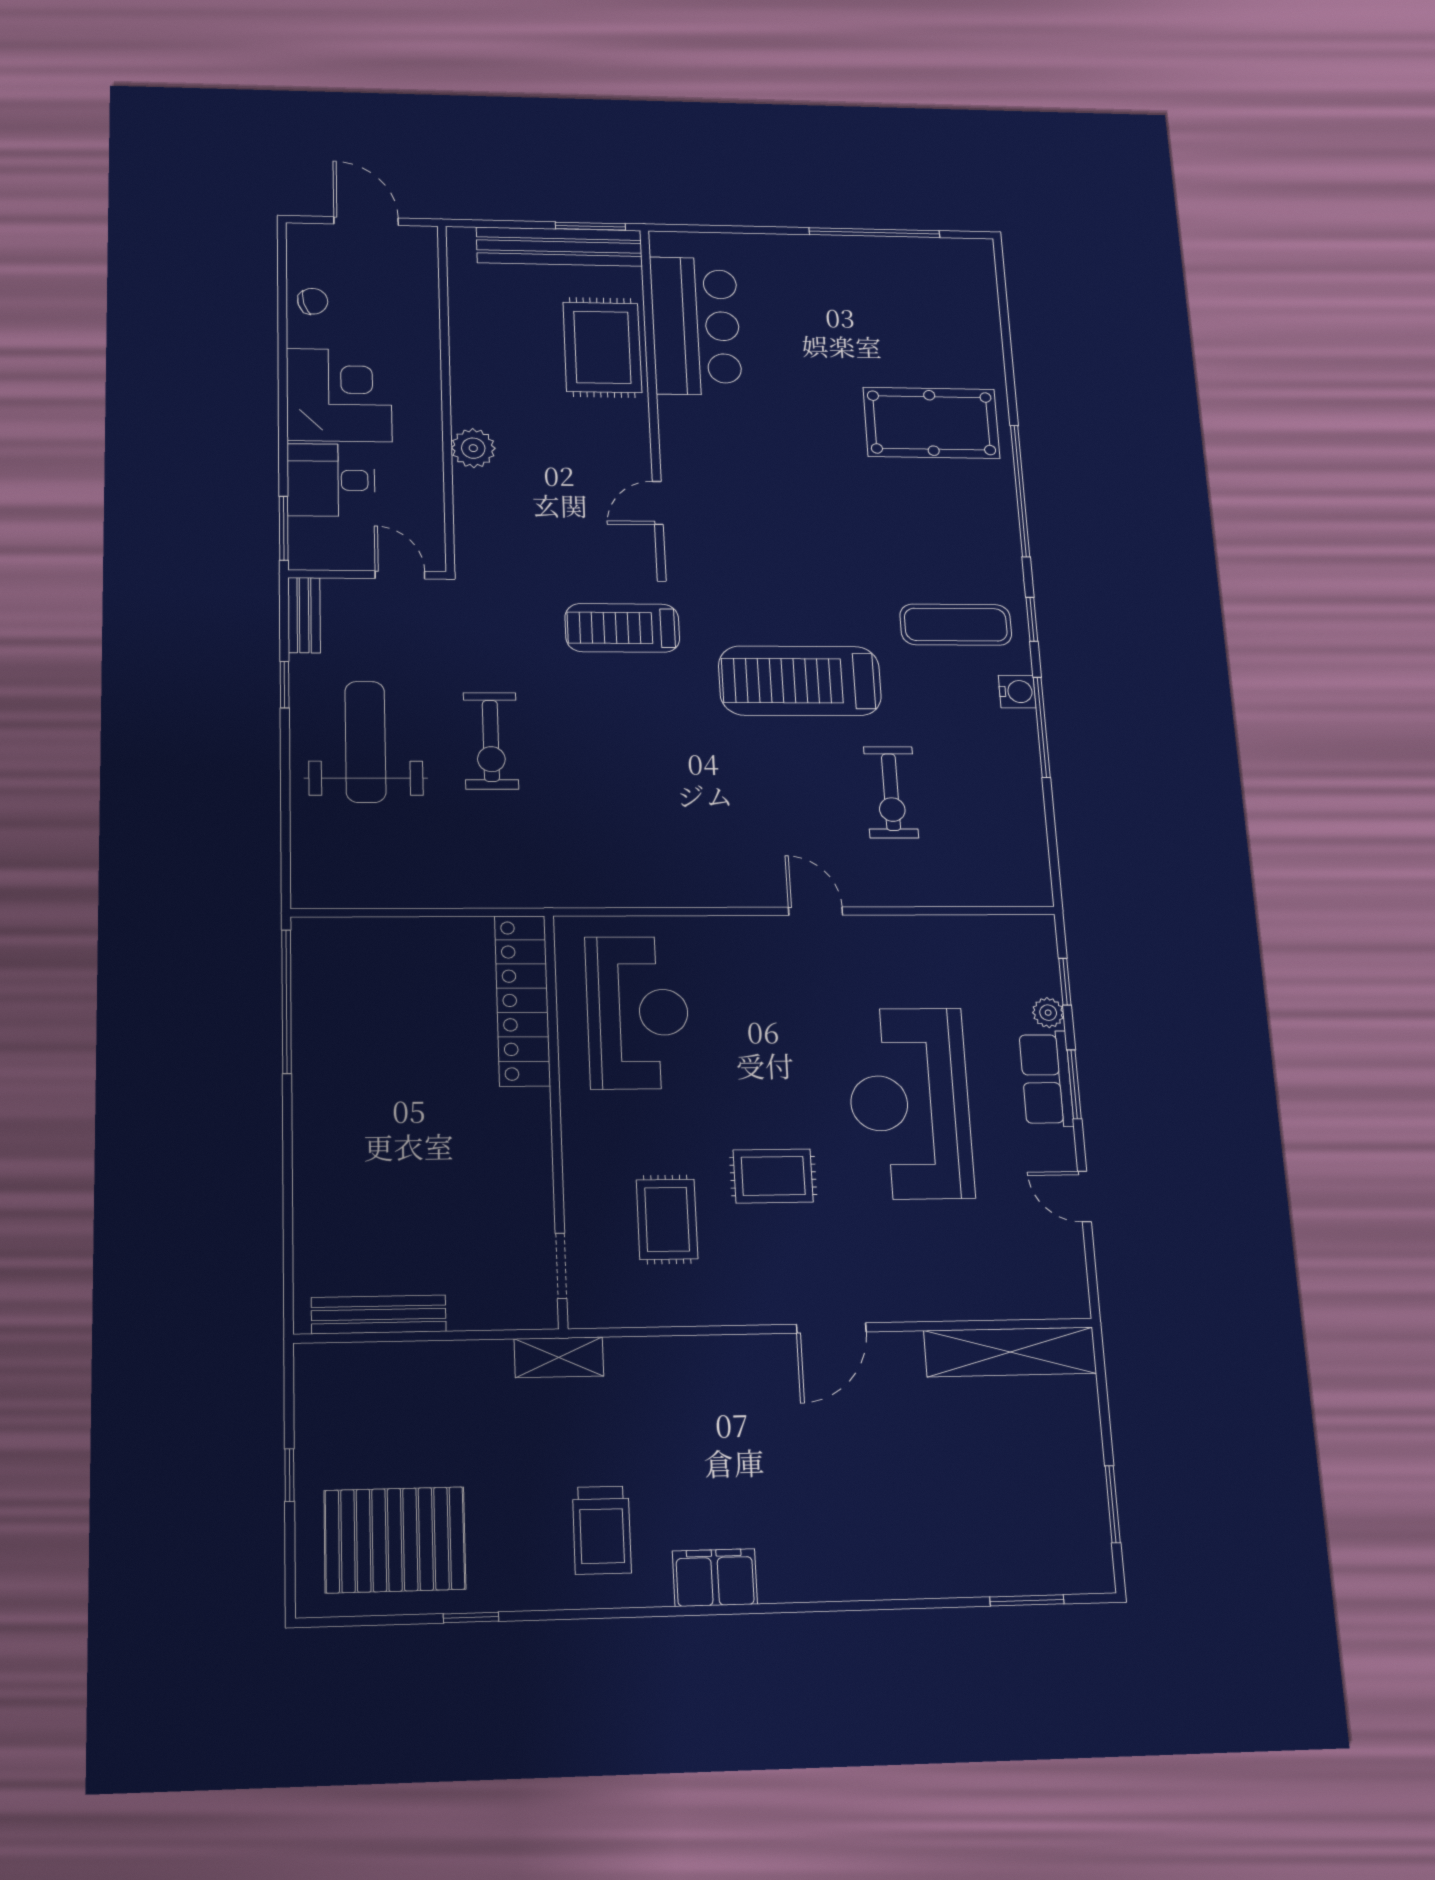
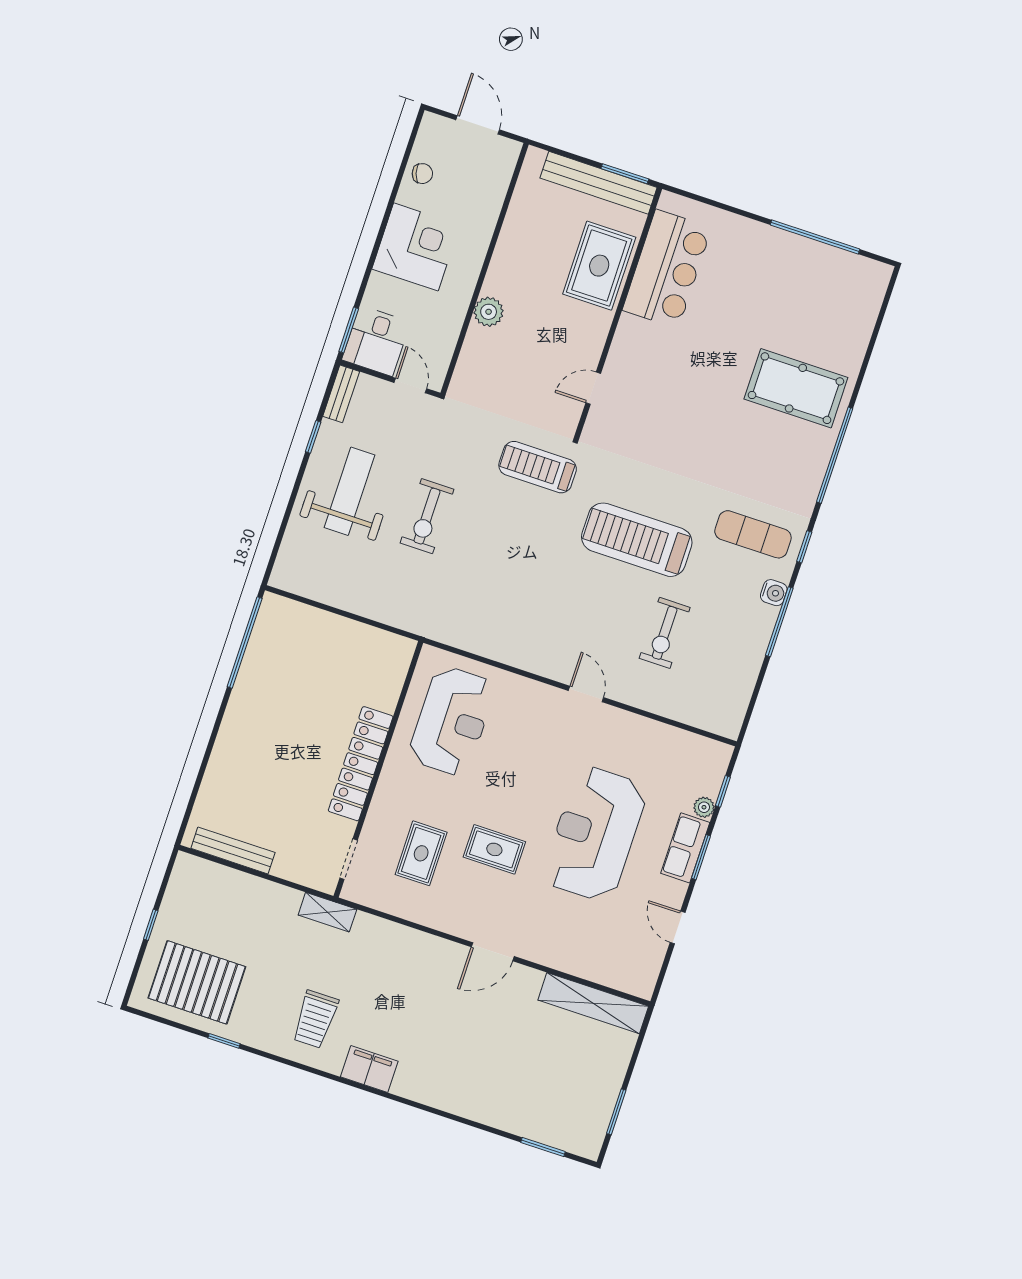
desk: (331, 480) -> (376, 341), moved, turned -90
locker: (522, 1000) -> (361, 764), moved

